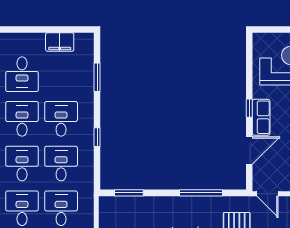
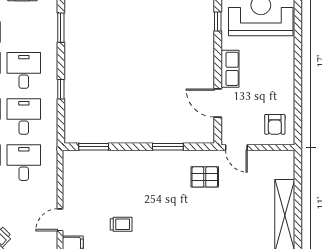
window: (249, 108) -> (218, 22), moved
door: (249, 151) -> (218, 103), swing flipped
window: (201, 193) -> (168, 147), width x0.69

